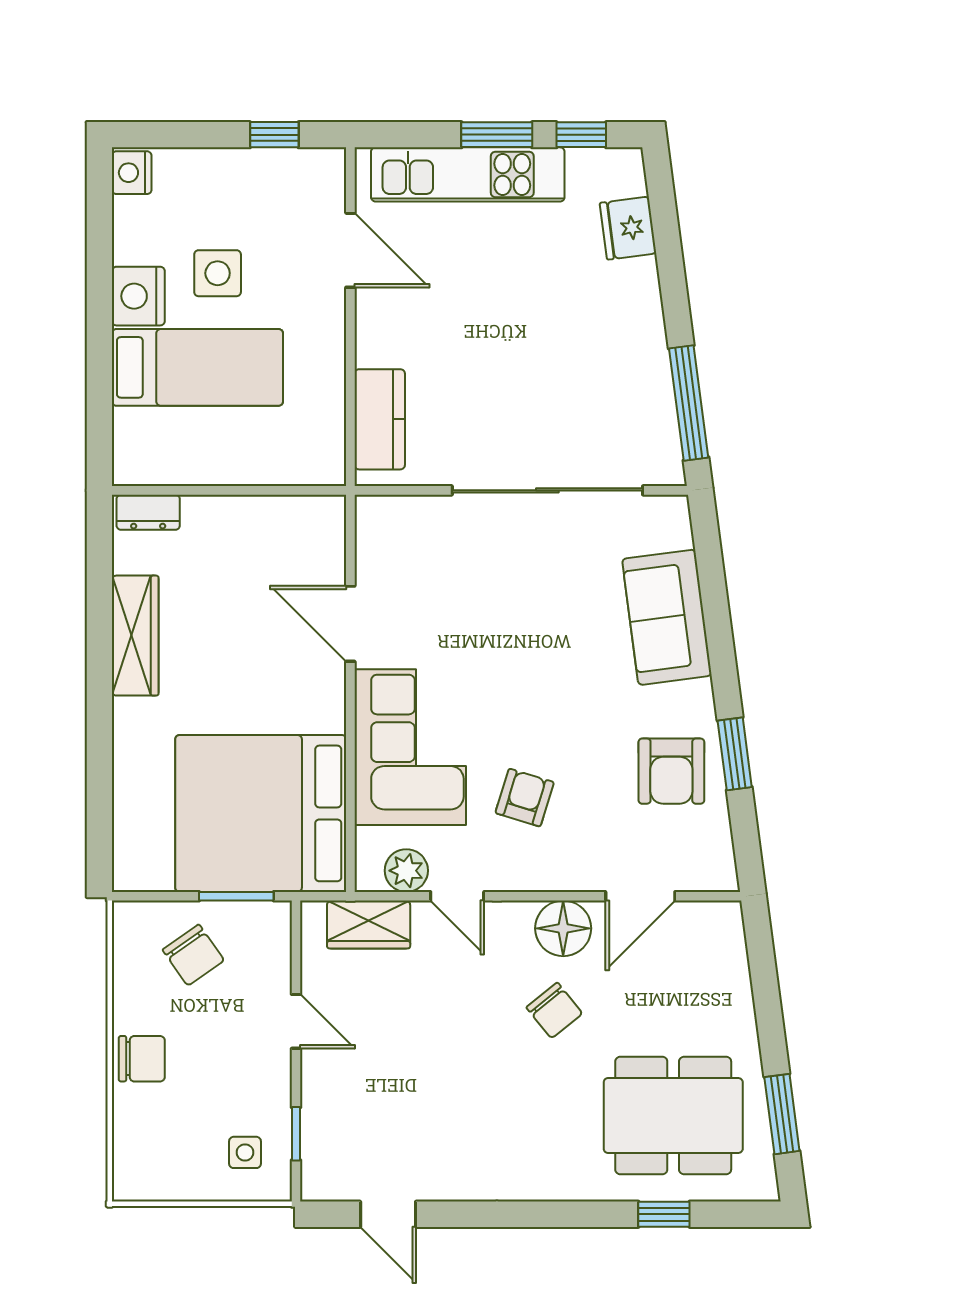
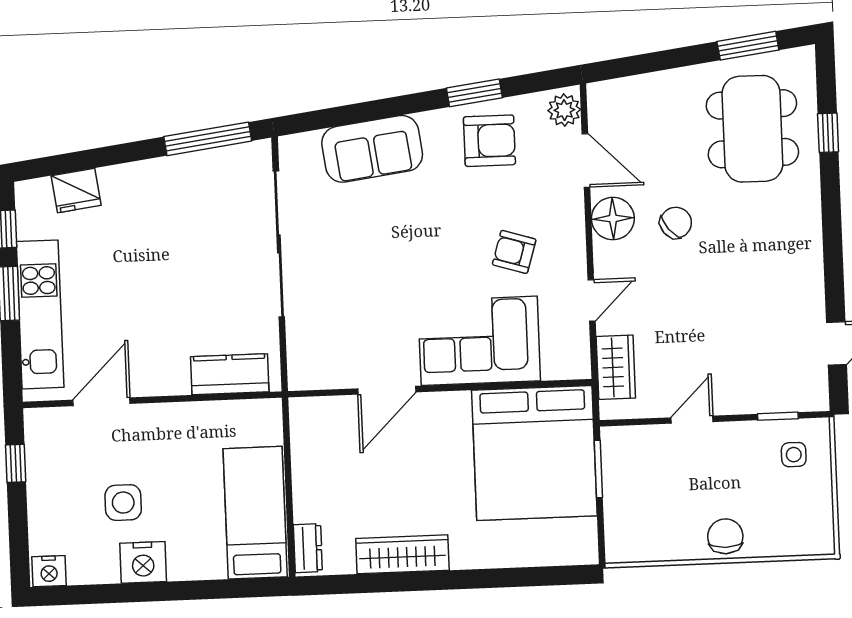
bed: (197, 367) -> (255, 513), moved
plant: (406, 871) -> (564, 110), moved
chair: (193, 955) -> (645, 500), removed

